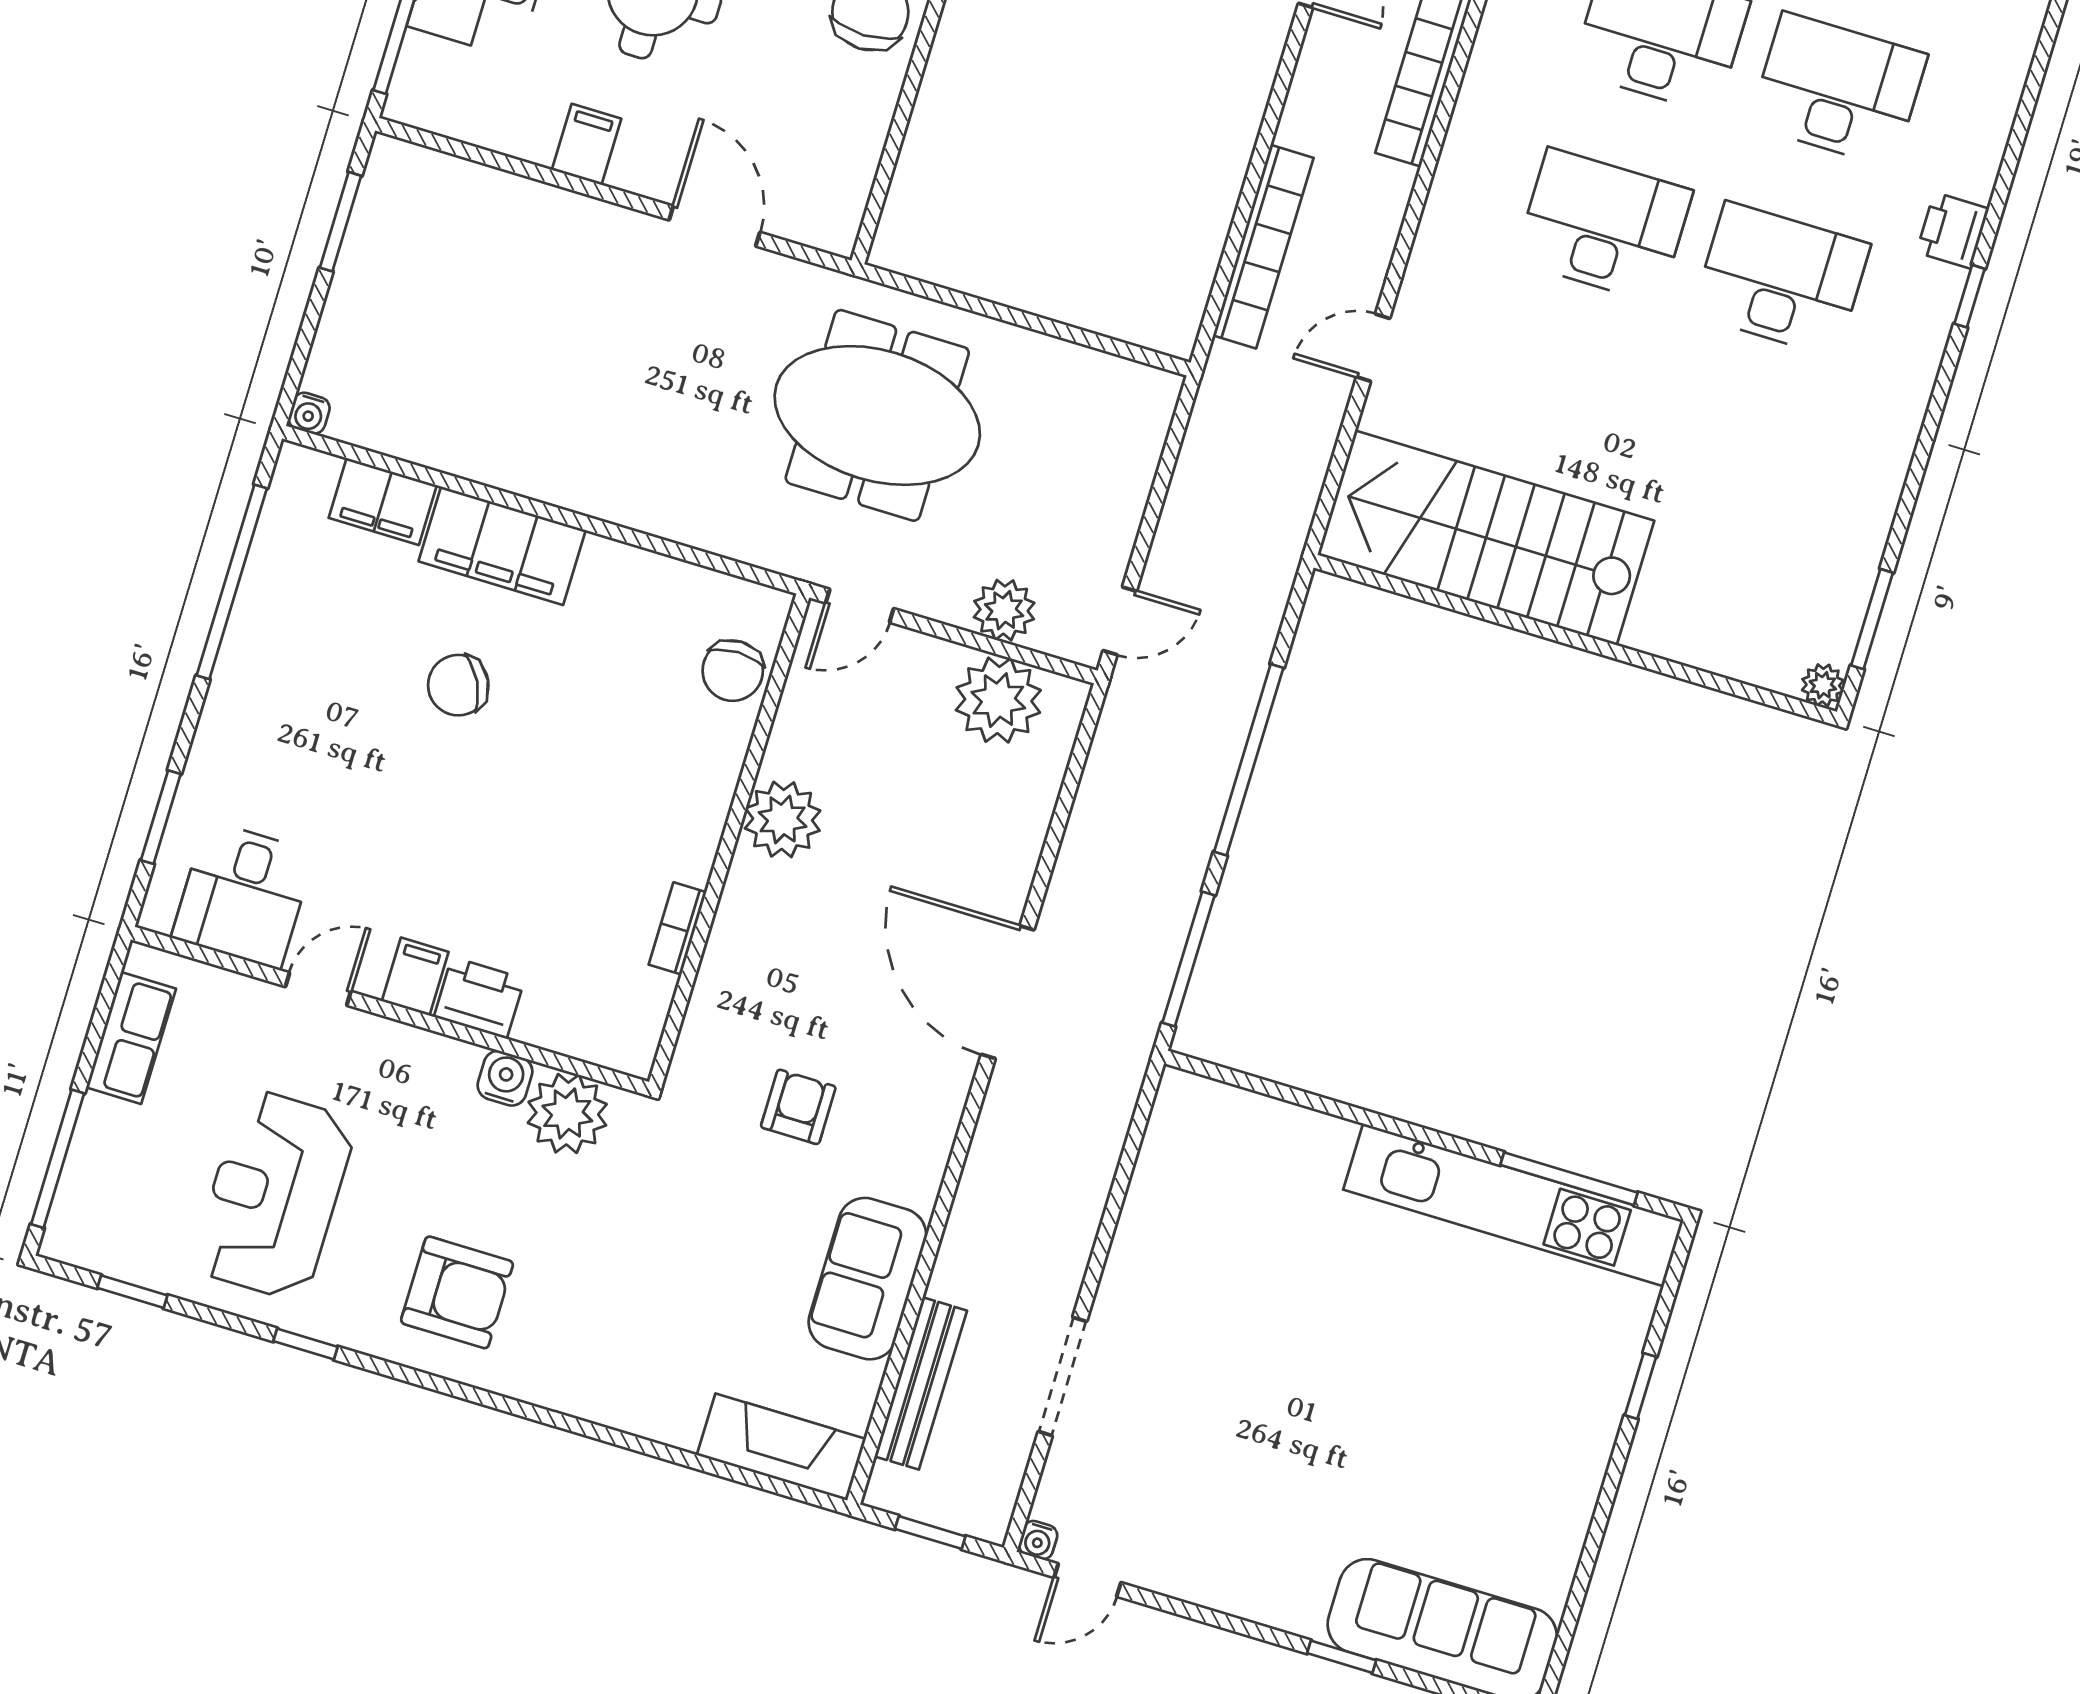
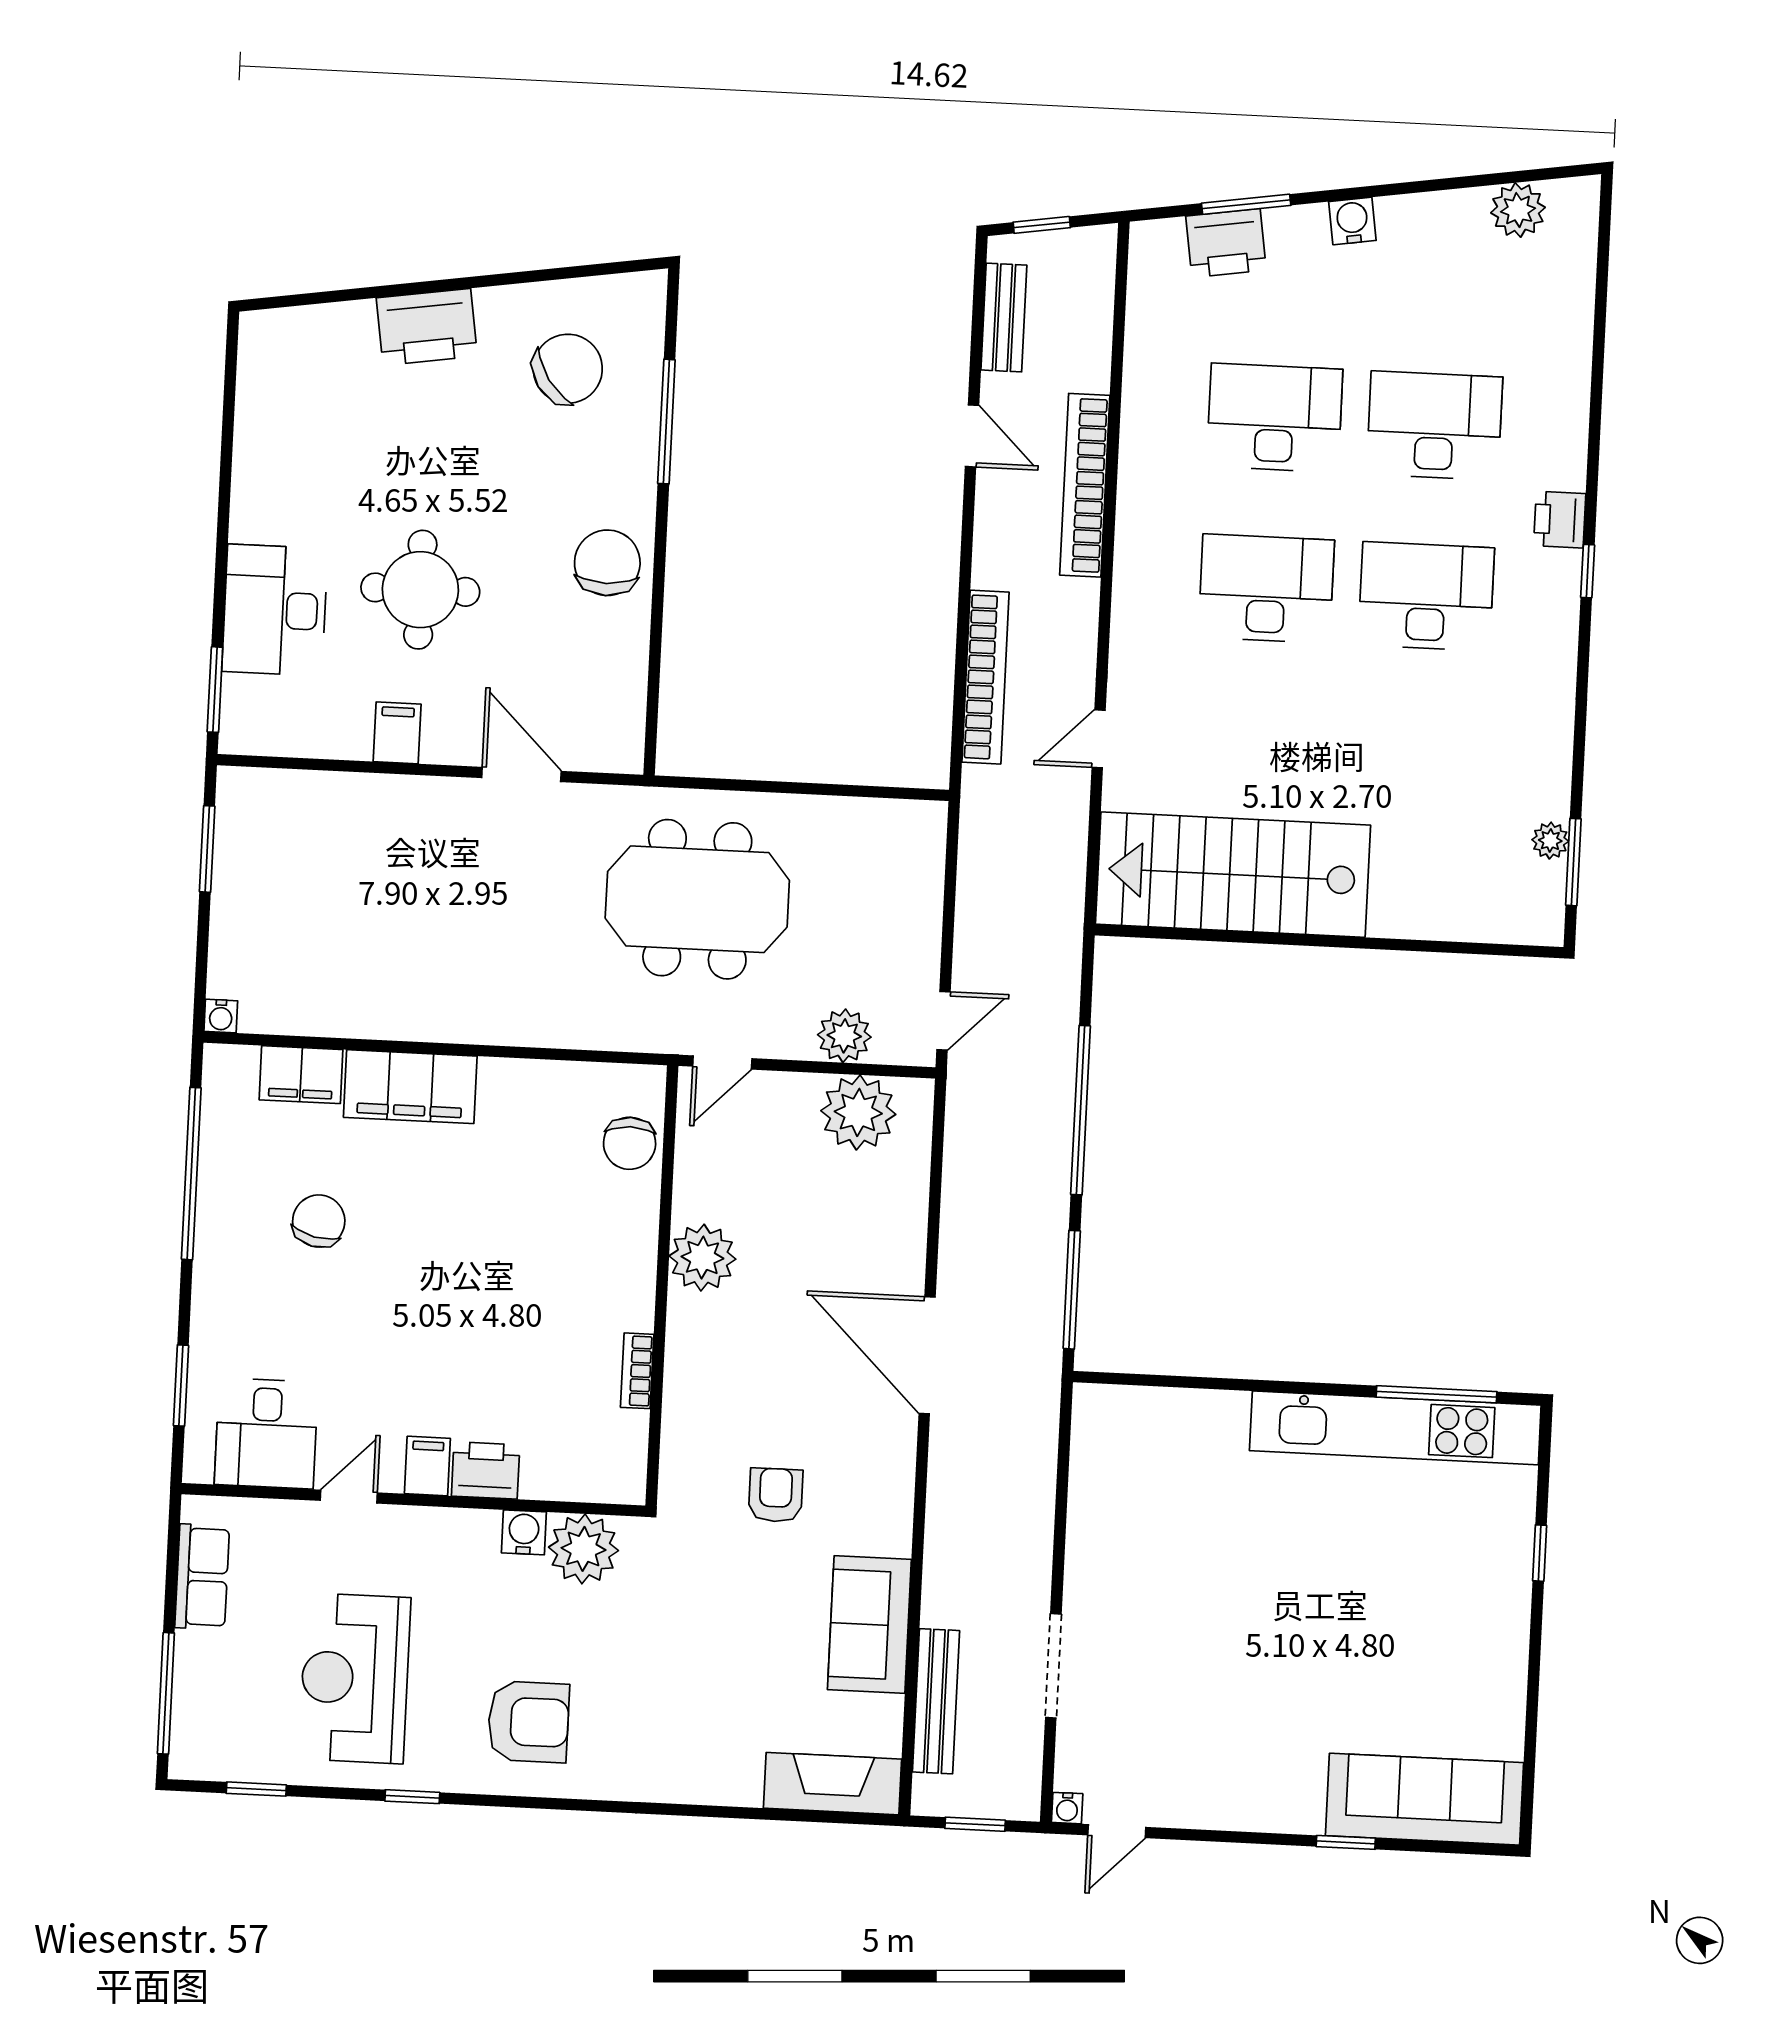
chair: (458, 685) -> (319, 1221), moved, turned 130
plant: (1823, 685) -> (1550, 841), moved

